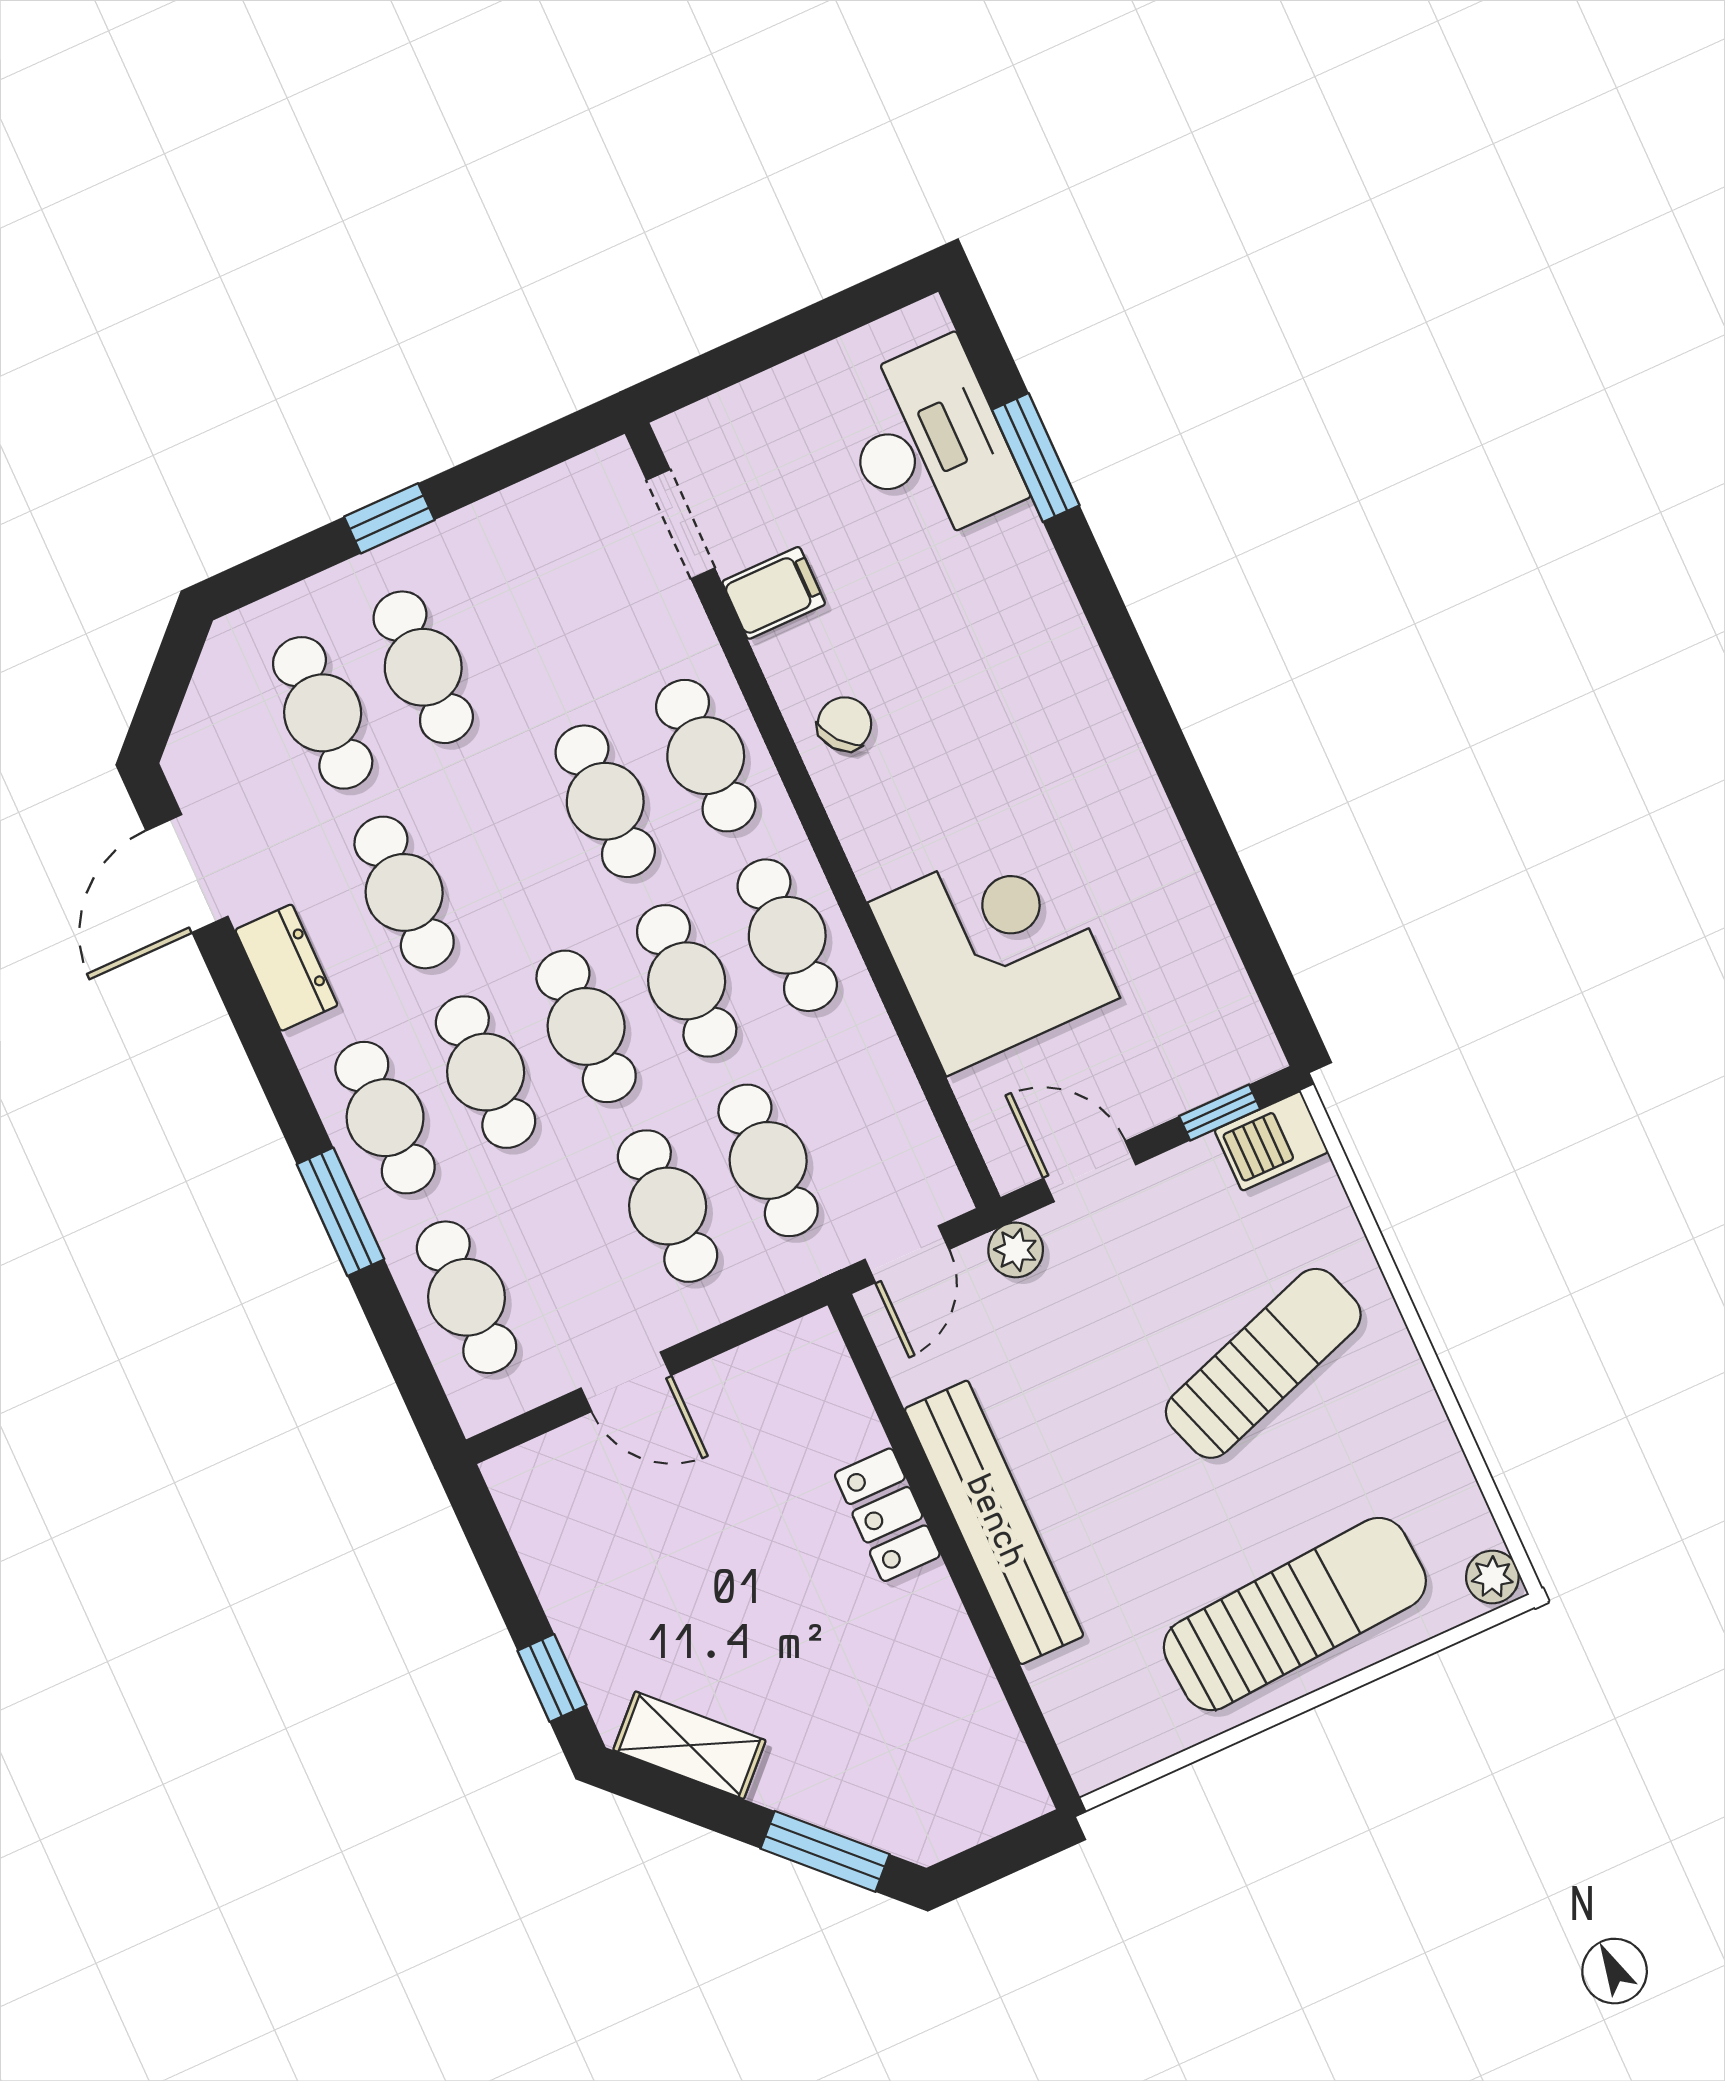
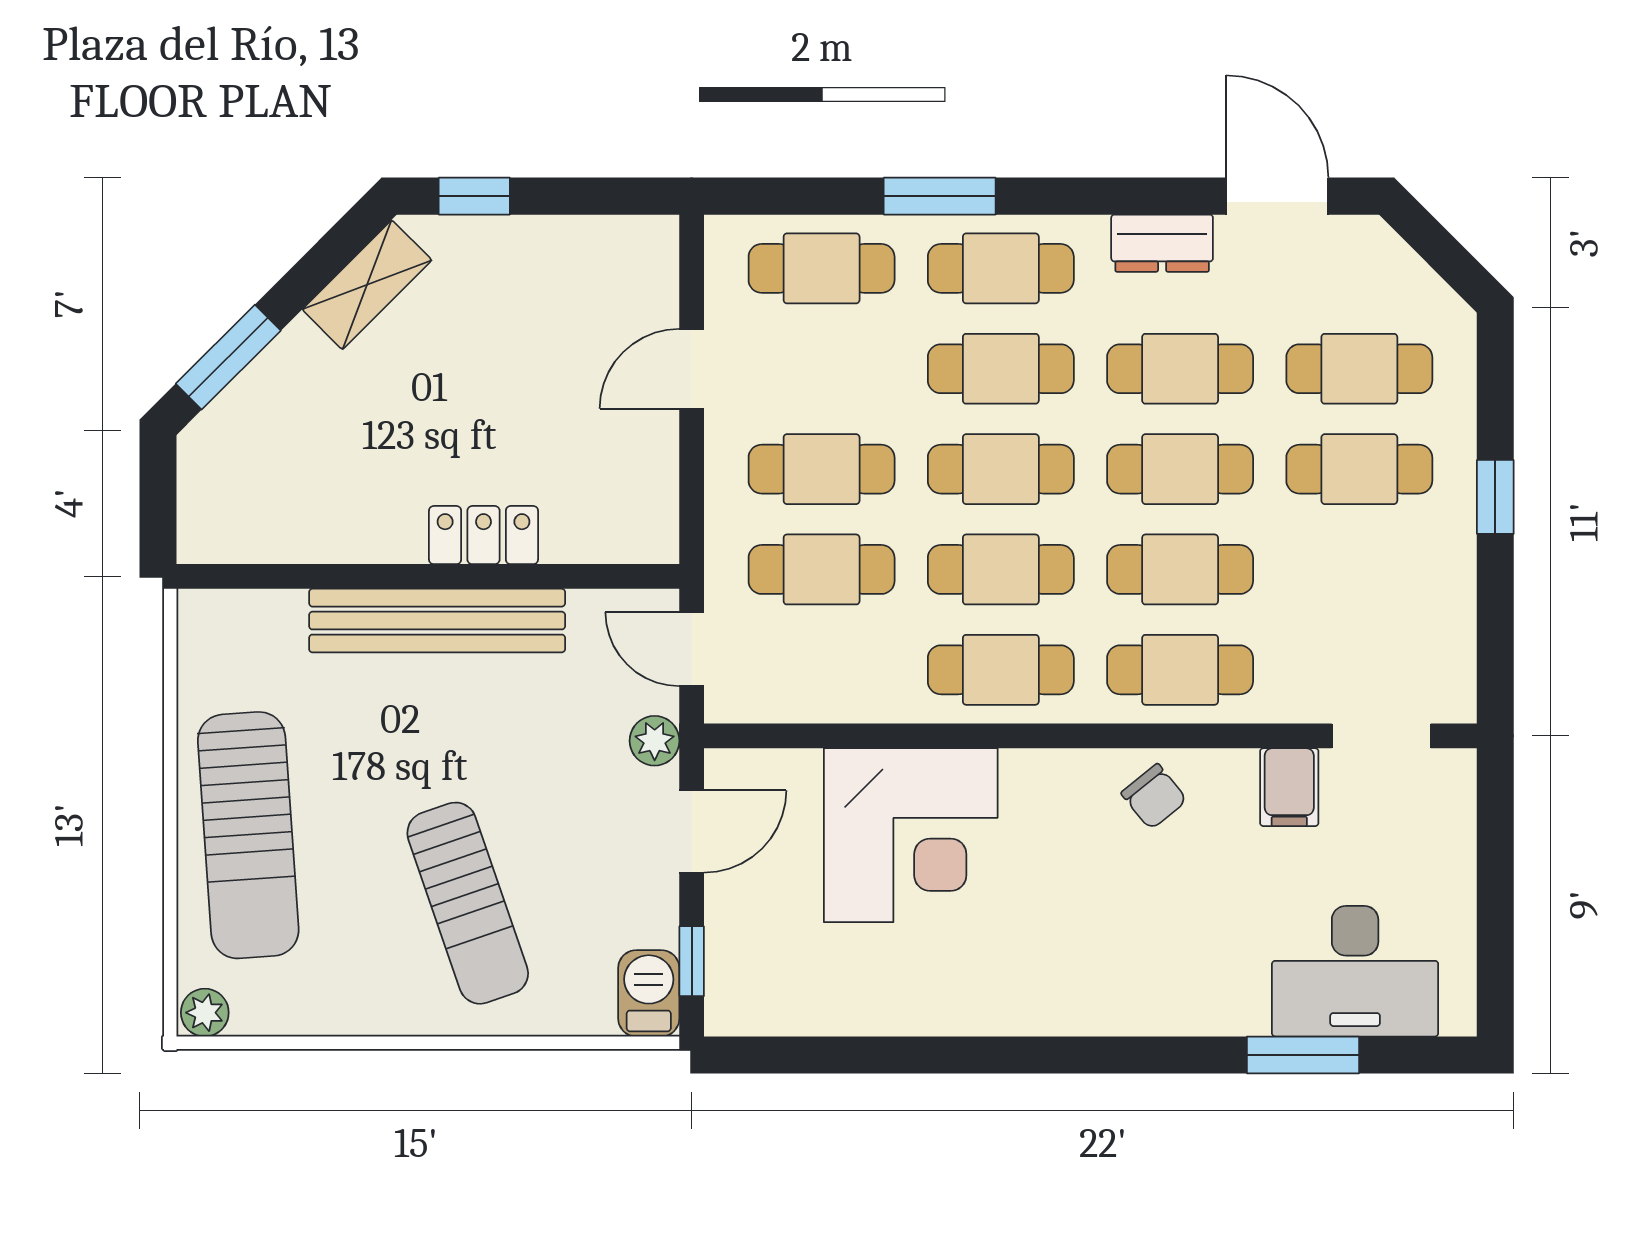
cafe table: (505, 847) -> (1180, 469), added

